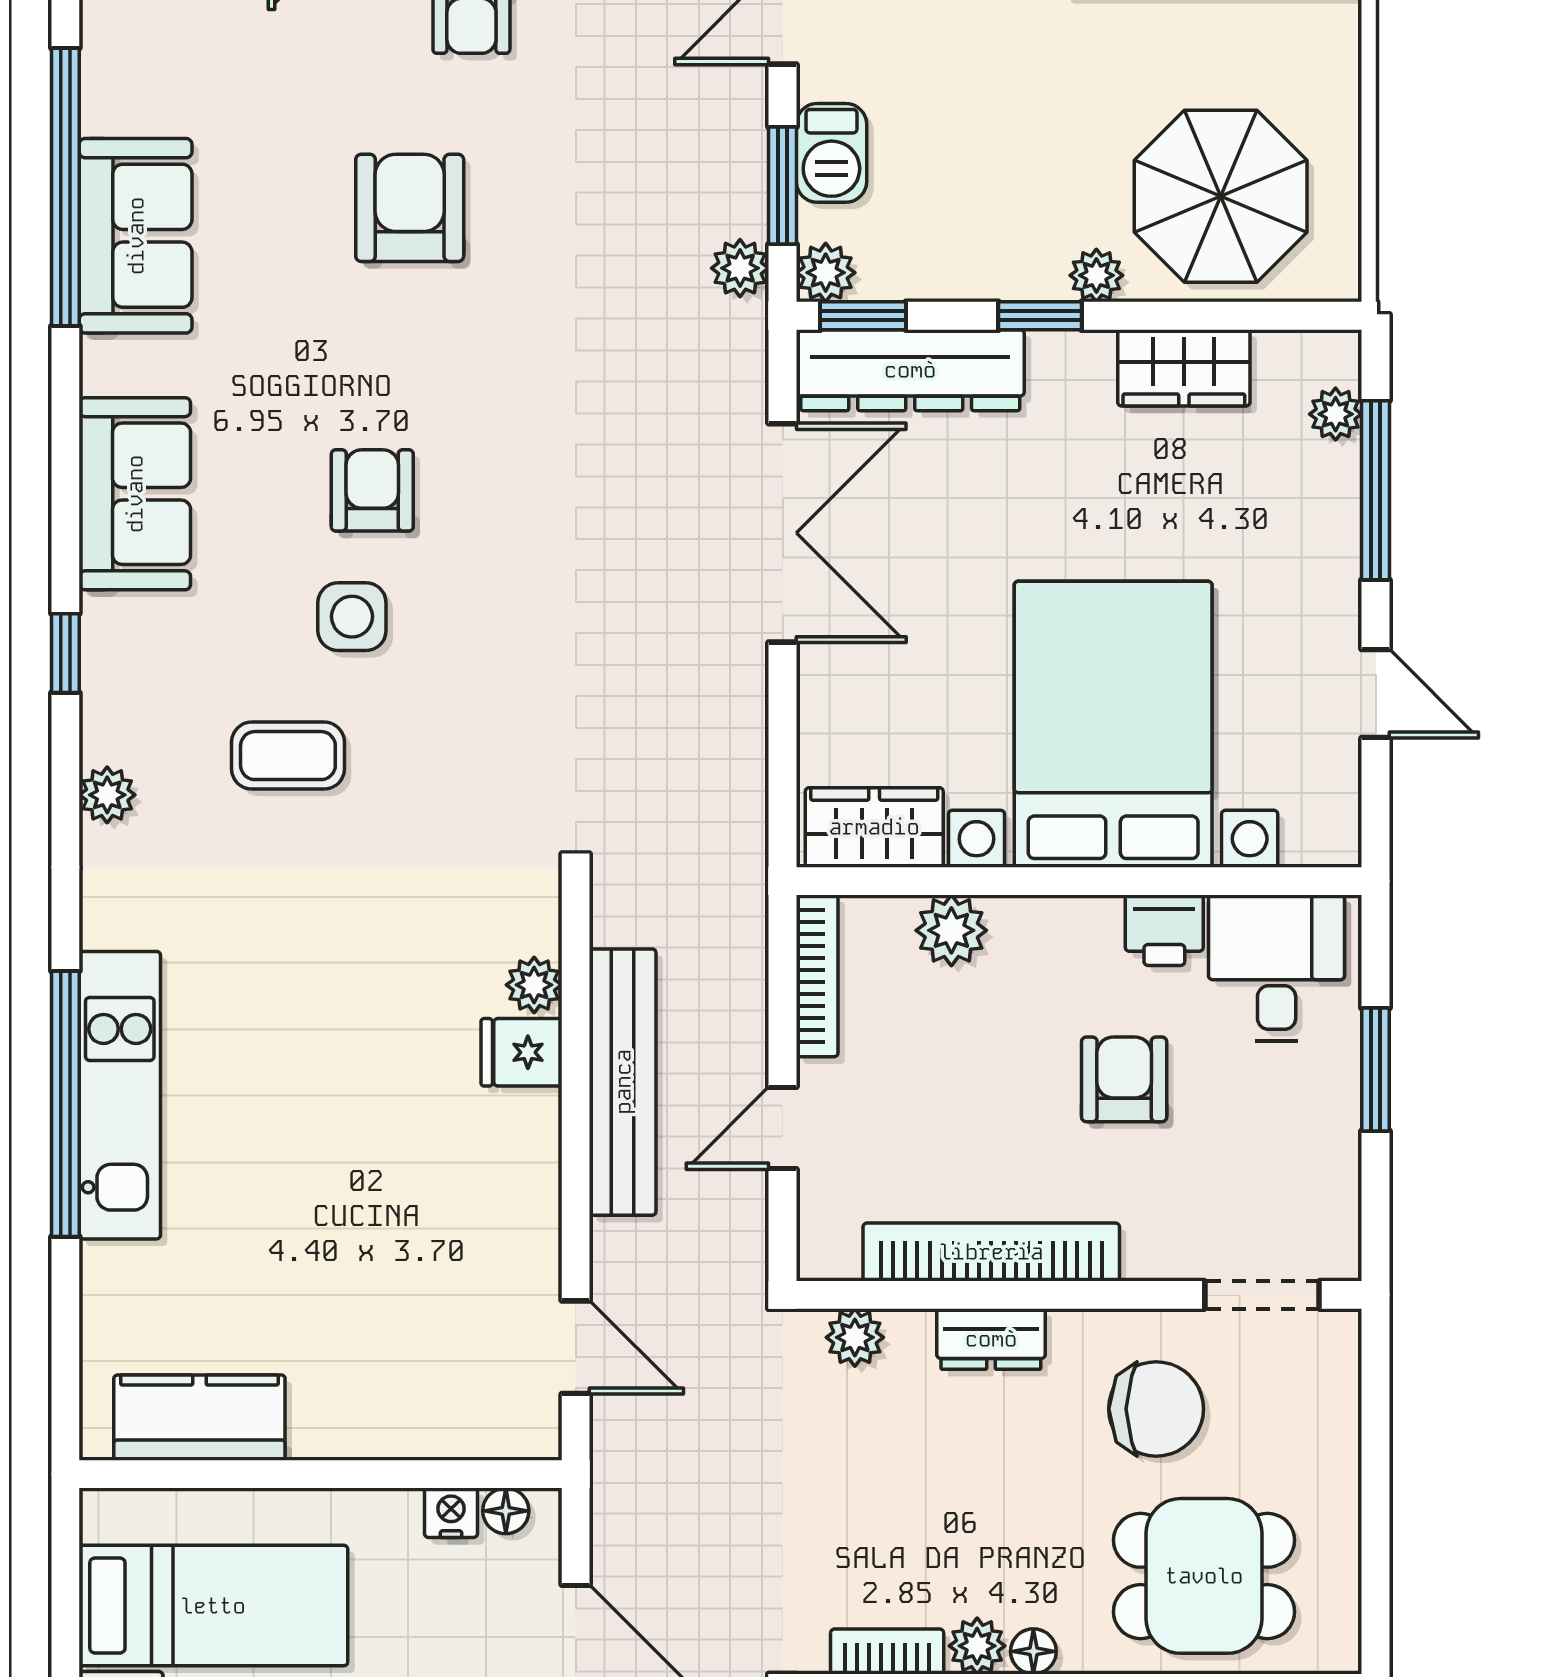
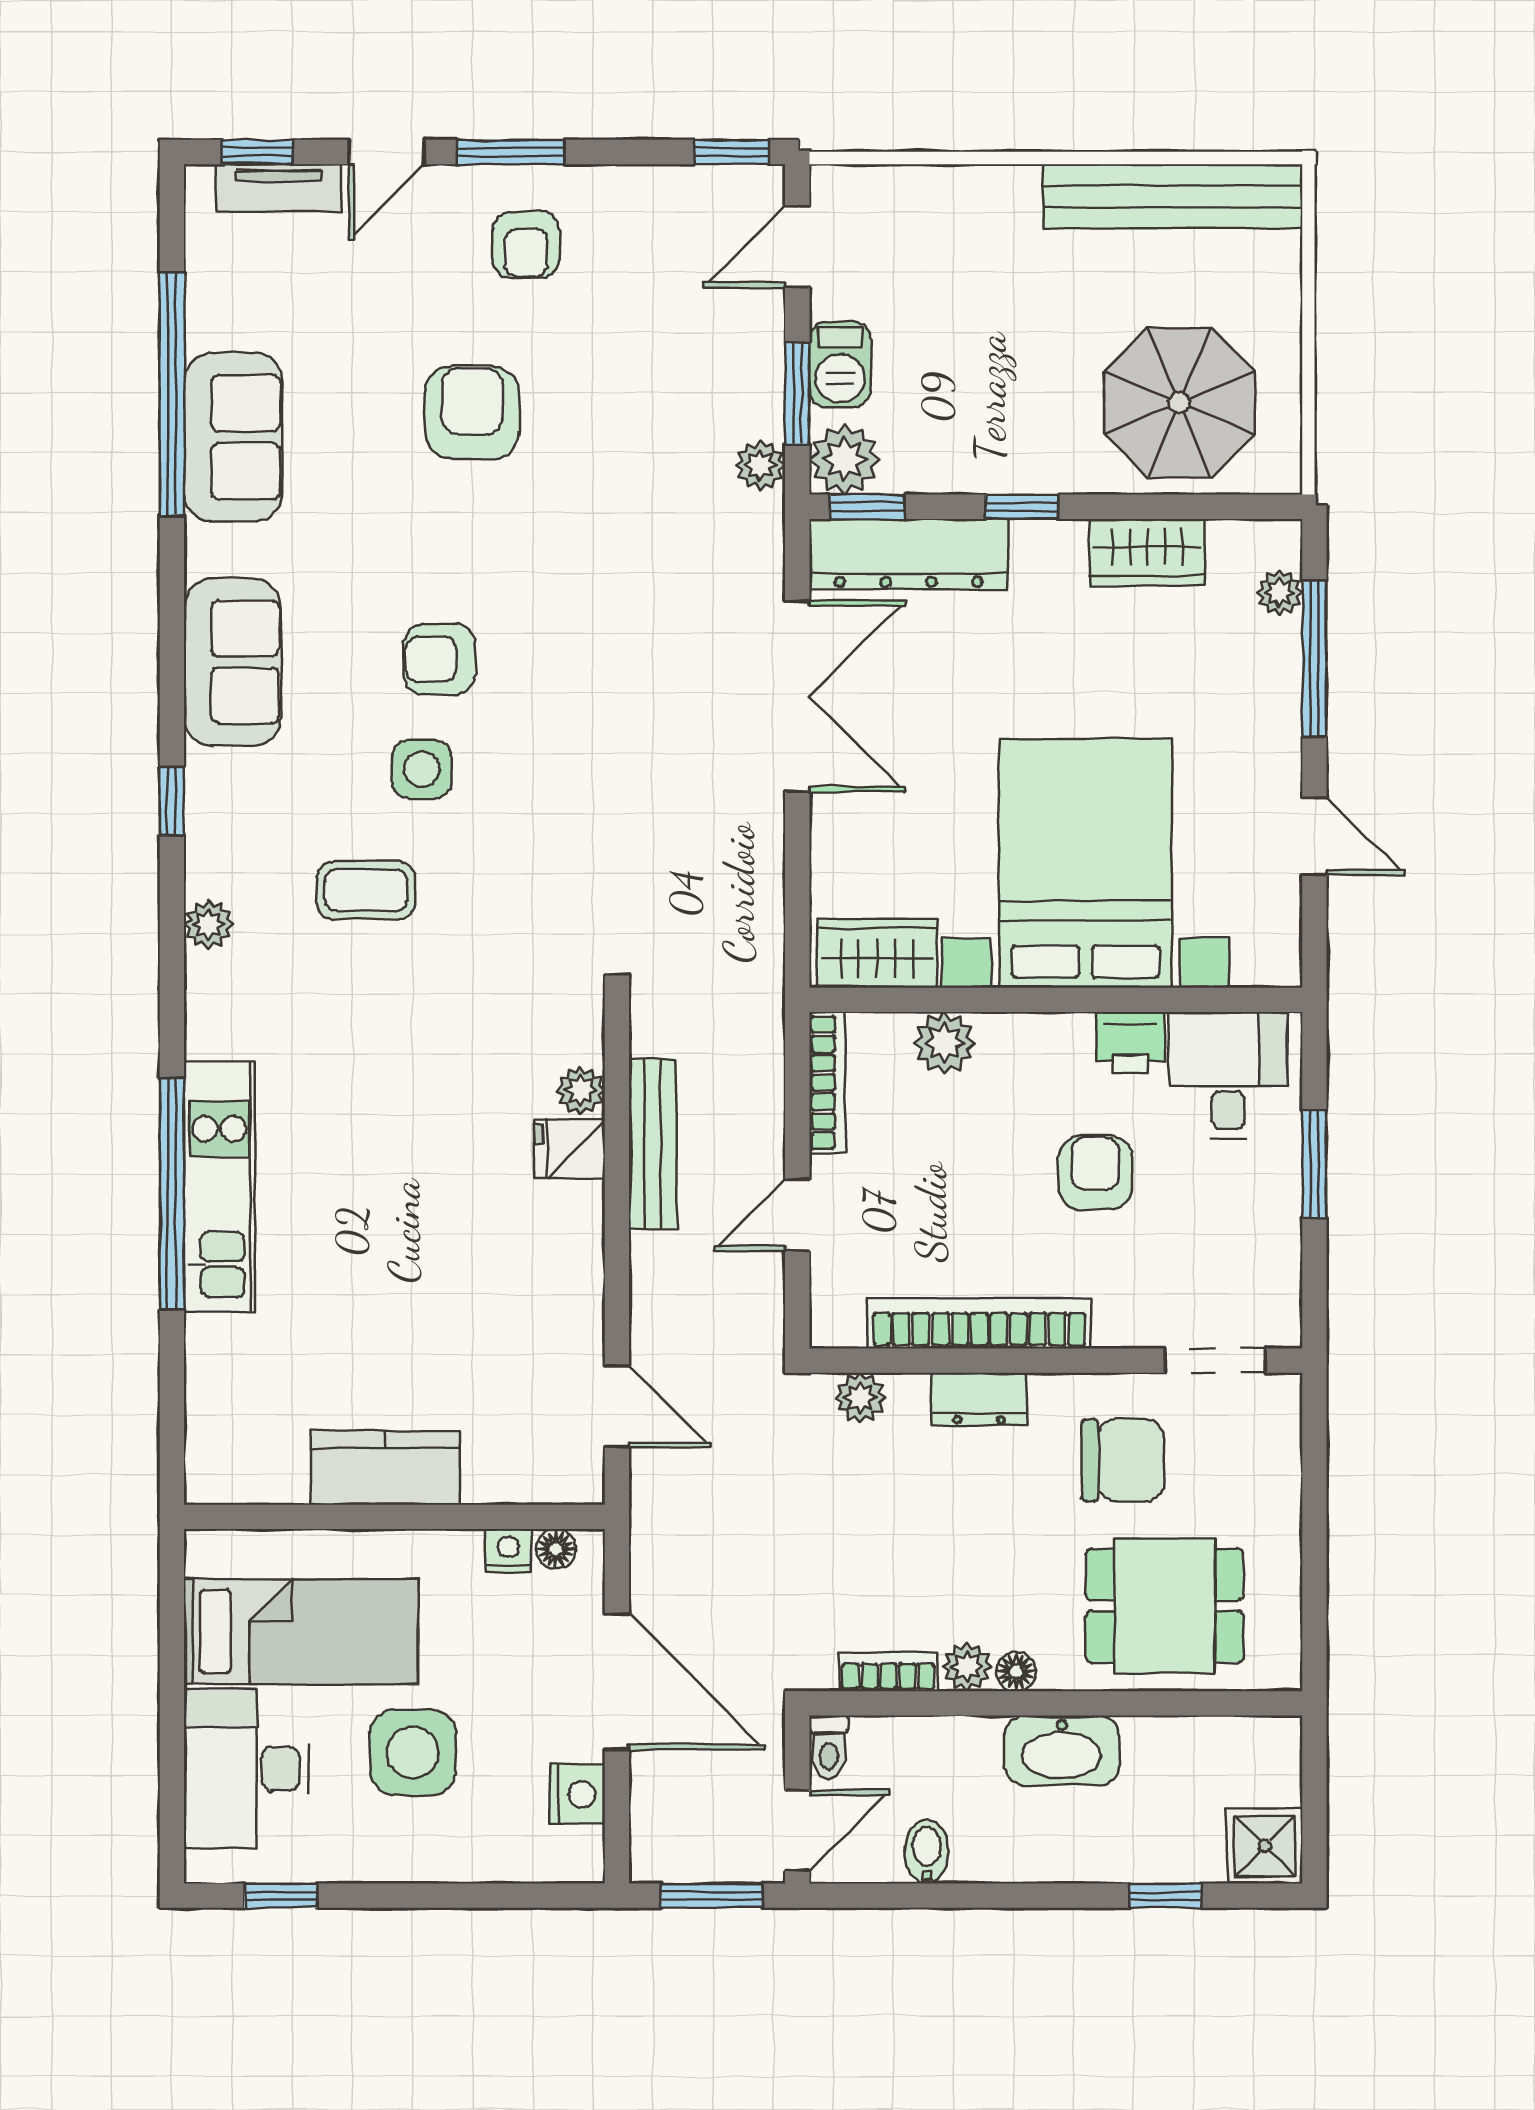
plant: (826, 273) -> (844, 460), width x1.38, depth x1.38
plant: (1096, 275) -> (1071, 472), removed
armchair: (372, 490) -> (439, 659), turned -90
bench: (623, 1082) -> (653, 1144), width x0.73, depth x0.82
kitchen counter: (199, 1418) -> (385, 1468), moved

